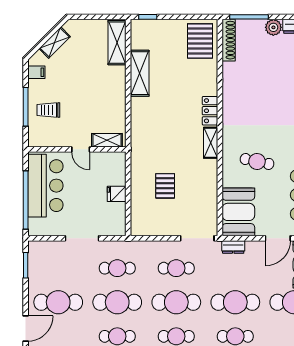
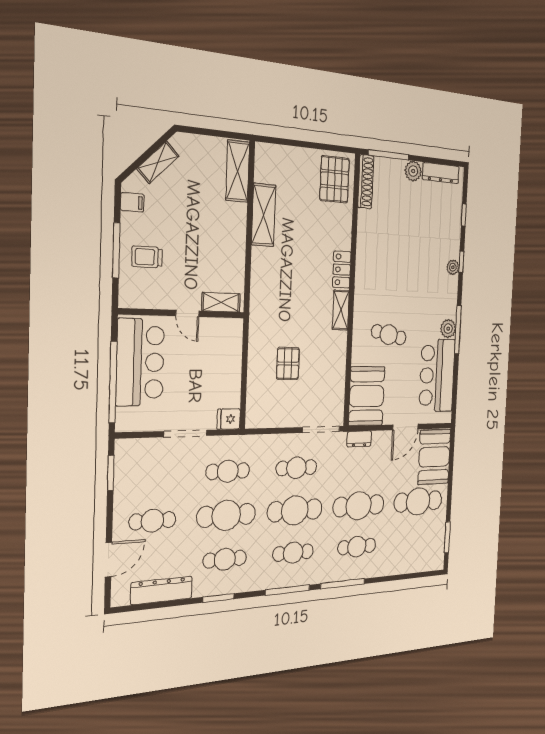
window: (148, 17) -> (276, 141), removed
fridge: (117, 194) -> (229, 419), moved
cafe table: (58, 302) -> (152, 521), width x0.73, depth x0.74

